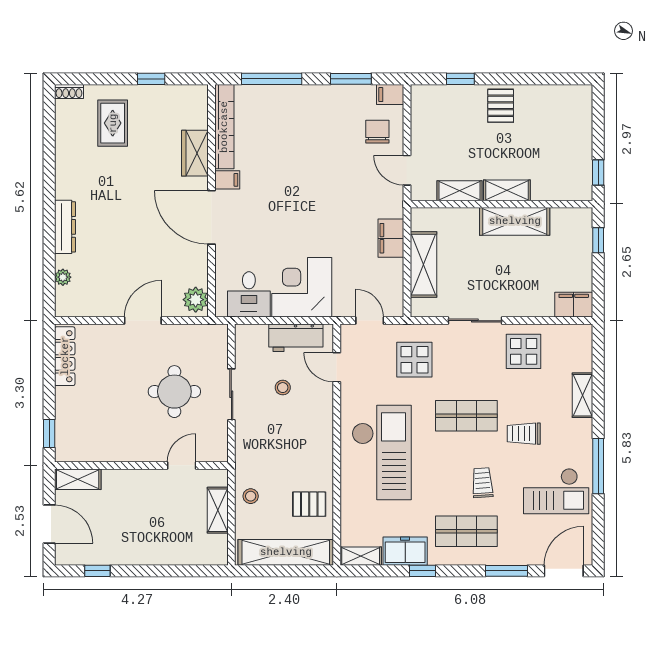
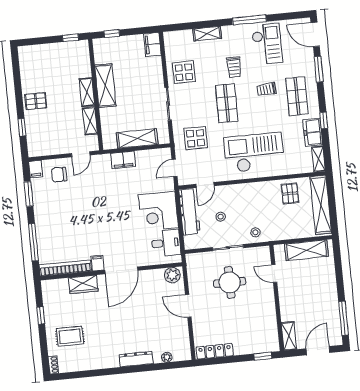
workbench: (296, 338) -> (189, 212), width x1.38
stool: (251, 496) -> (255, 232), moved
shelving: (218, 510) -> (306, 250), width x1.50, depth x1.33
window: (97, 571) -> (343, 318), width x2.17

